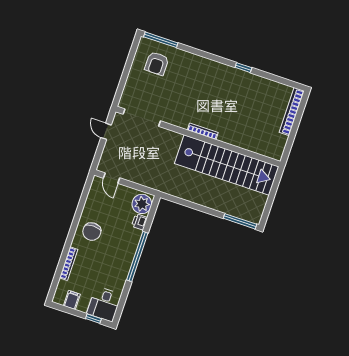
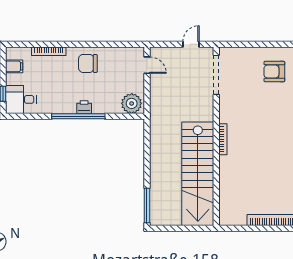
door: (111, 178) -> (147, 65), swing flipped
printer: (140, 222) -> (84, 107), moved

